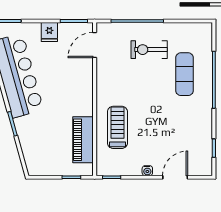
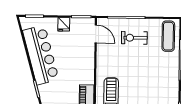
door: (95, 45) -> (96, 34), swing flipped
exercise mat: (184, 74) -> (168, 36), moved

